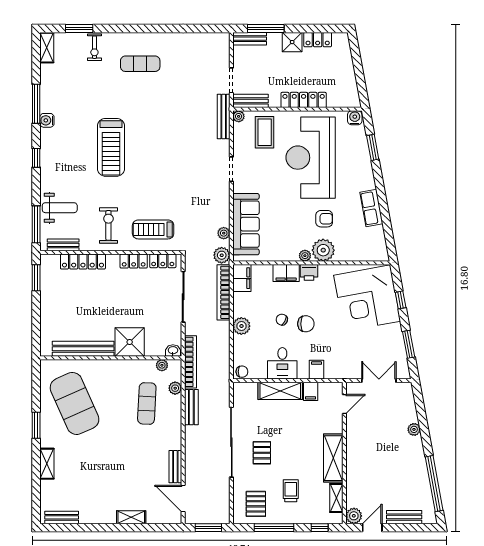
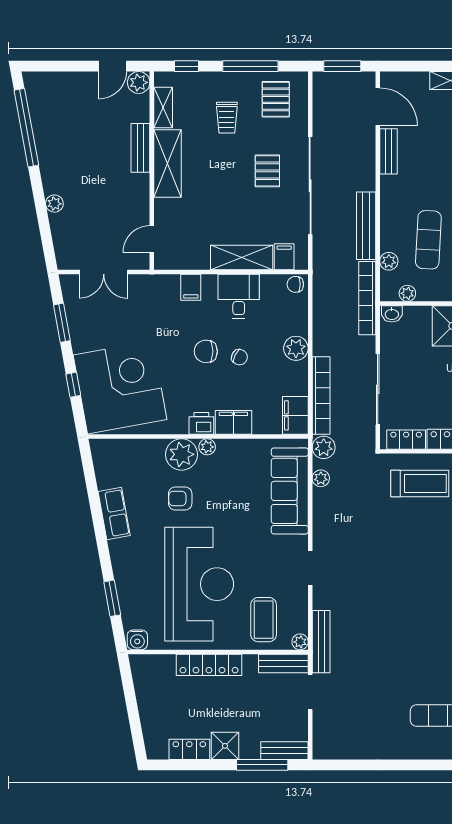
filing cabinet: (311, 391) -> (284, 257), moved
bench: (191, 407) -> (366, 226), width x1.36
bench: (404, 517) -> (140, 148), moved, turned 90

